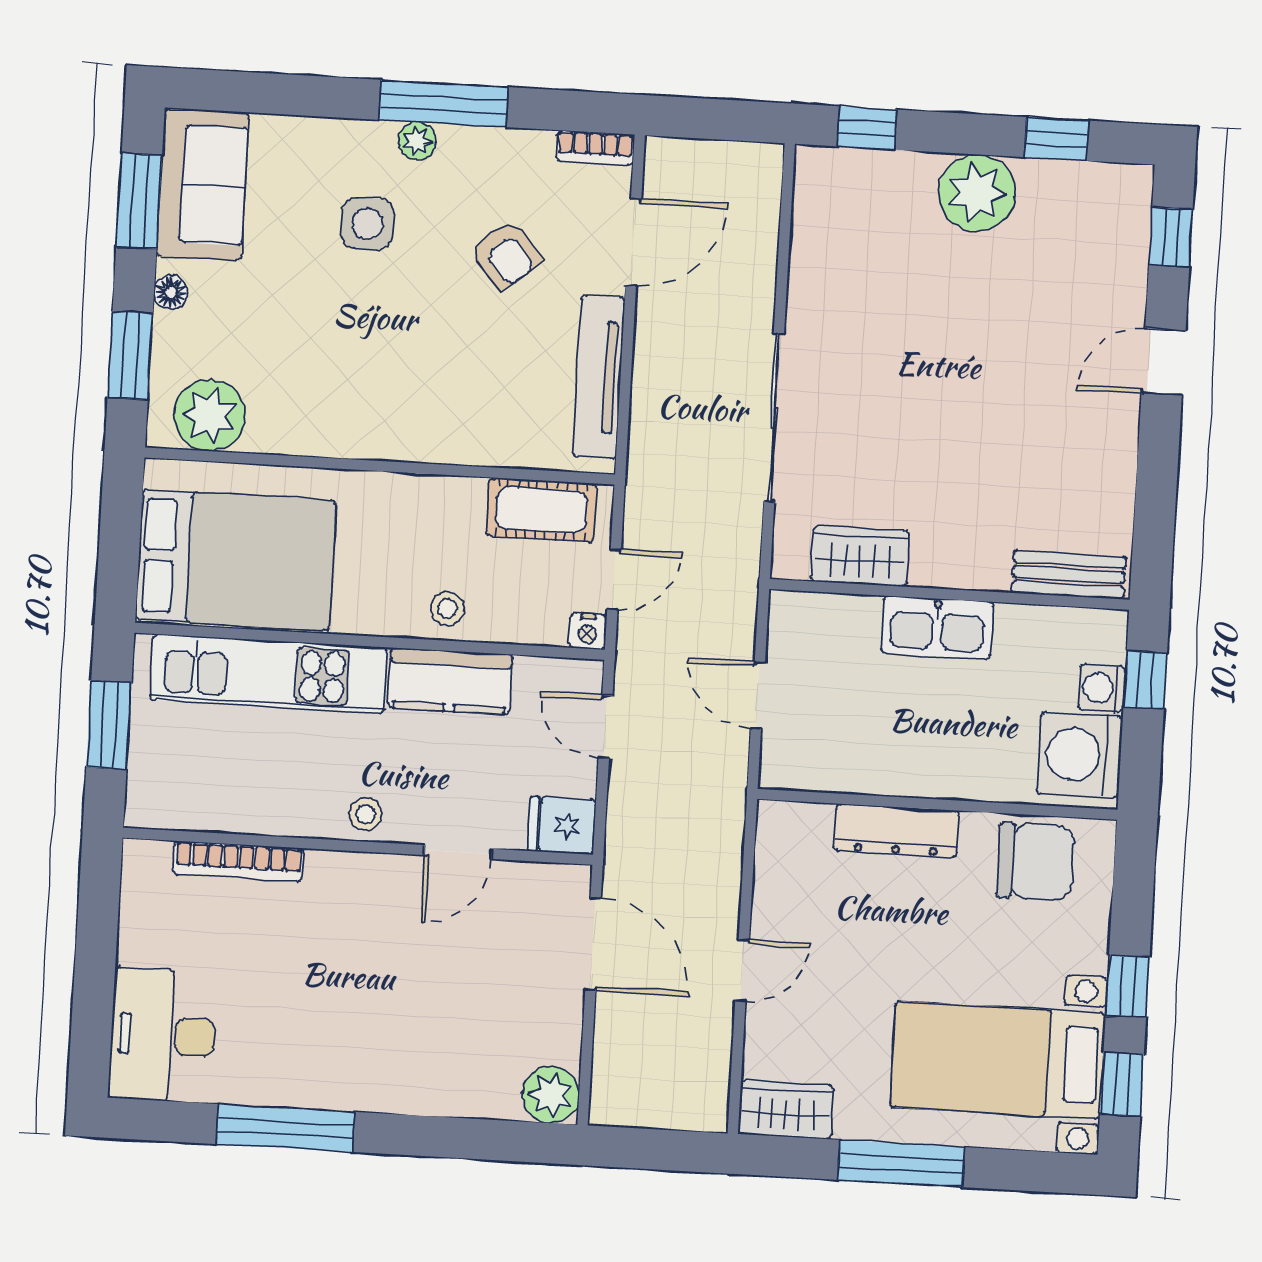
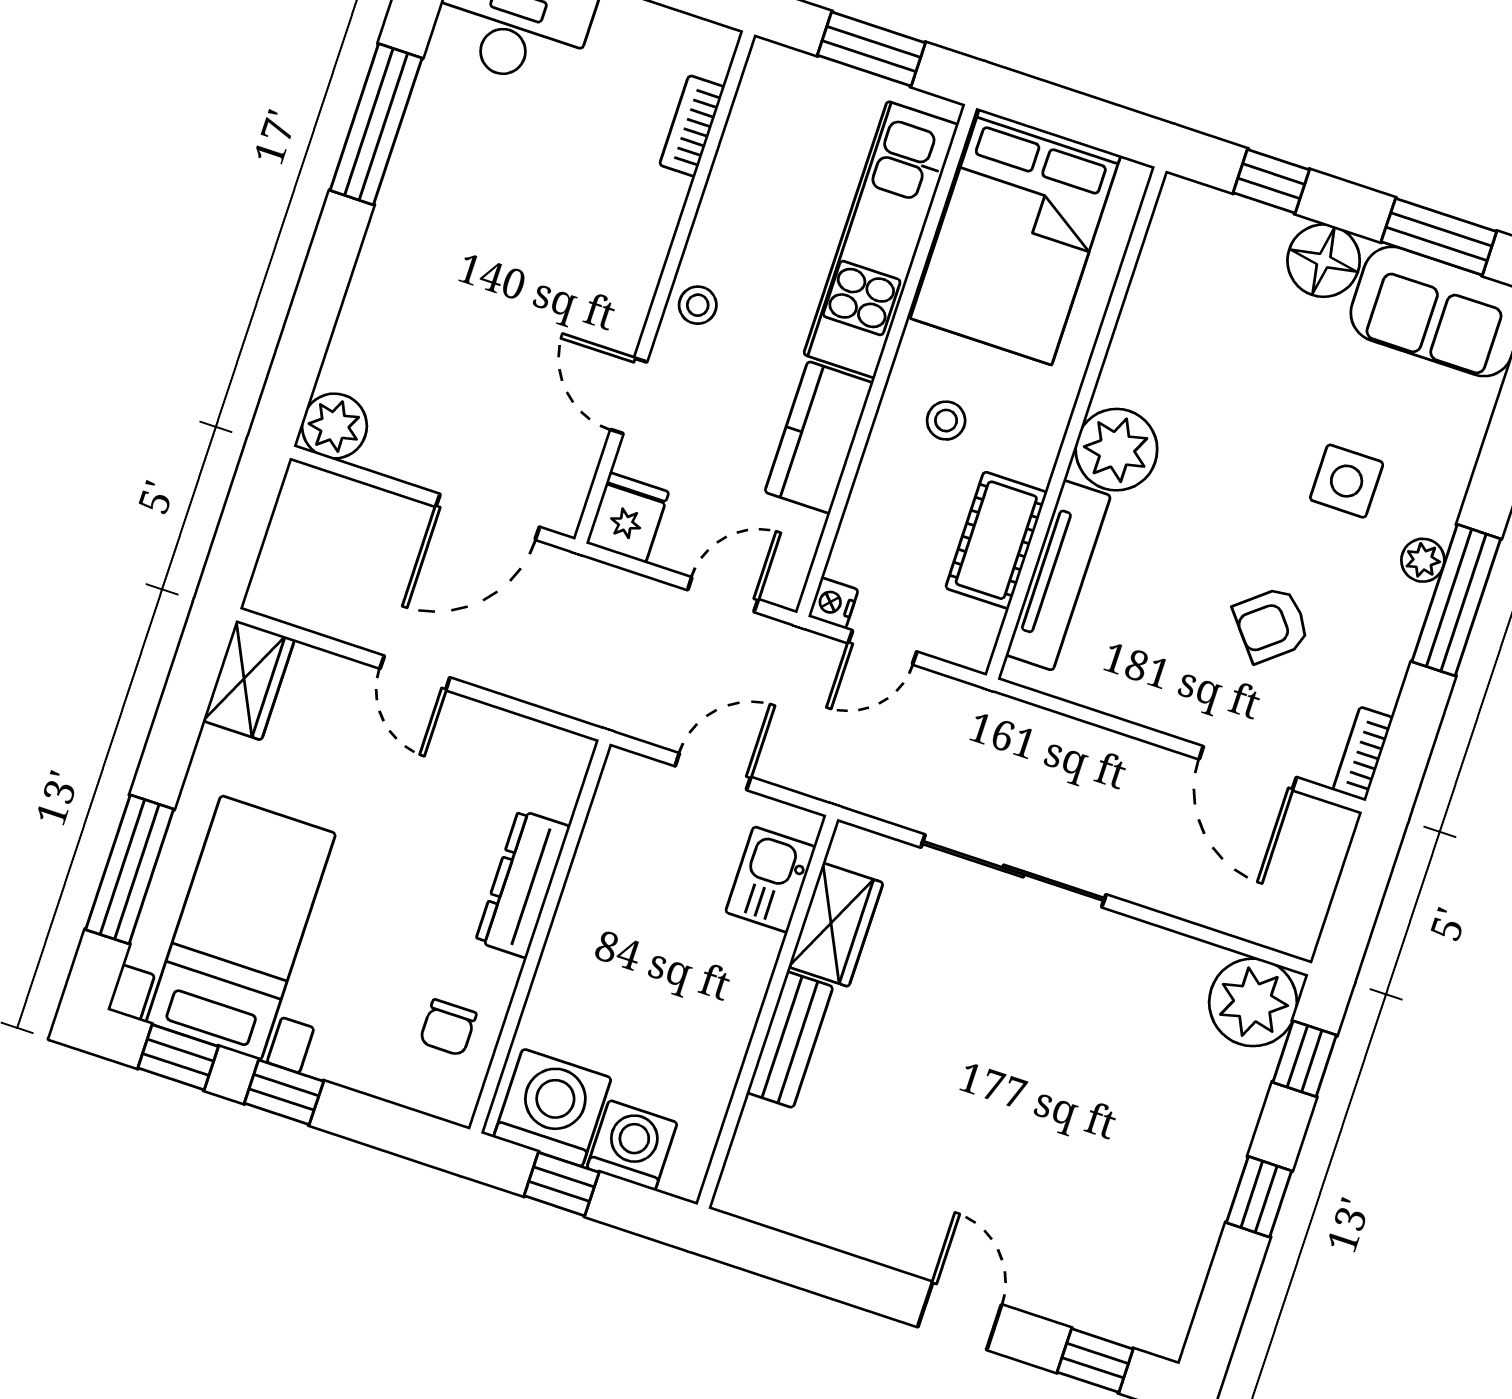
window: (1056, 139) -> (1259, 1197), moved
plant: (977, 193) -> (1253, 1002), moved
floor lamp: (171, 292) -> (1324, 261), width x1.89, depth x1.89
window: (130, 356) -> (1271, 181), width x0.67
tv unit: (599, 377) -> (1058, 575), moved, turned 90
plant: (210, 415) -> (1116, 450), moved
cot: (542, 510) -> (996, 540), moved
bench: (1069, 575) -> (790, 1040), moved
door: (614, 580) -> (882, 647), hinge flipped
stool: (447, 608) -> (946, 421), moved
kitchen sink: (937, 628) -> (771, 880), moved, width x0.73
window: (1145, 680) -> (562, 1184), moved
washing machine: (1102, 688) -> (632, 1145), width x1.38, depth x1.38
bookcase: (238, 861) -> (692, 126), width x0.64
chair: (1035, 862) -> (448, 1028), width x0.54, depth x0.54
window: (901, 1164) -> (130, 869), moved

